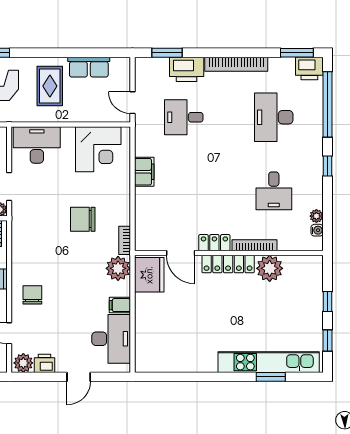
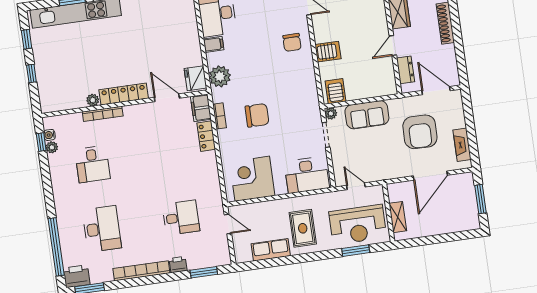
printer: (187, 69) -> (178, 265), width x0.53, depth x0.68
window: (327, 166) -> (41, 142), moved
filing cabinet: (144, 172) -> (201, 108), moved
desk: (274, 191) -> (93, 164), turned 180
bookcase: (125, 240) -> (220, 116), moved
locker: (214, 243) -> (206, 136), moved, turned 90
plant: (270, 268) -> (93, 100), width x0.53, depth x0.53
fridge: (149, 275) -> (195, 78), width x0.73, depth x0.75

